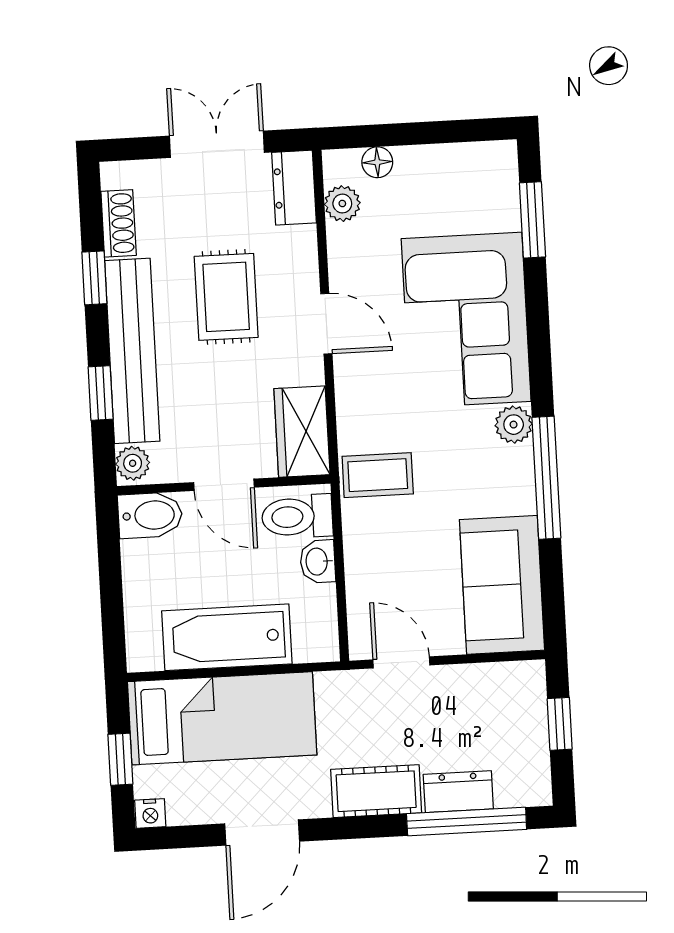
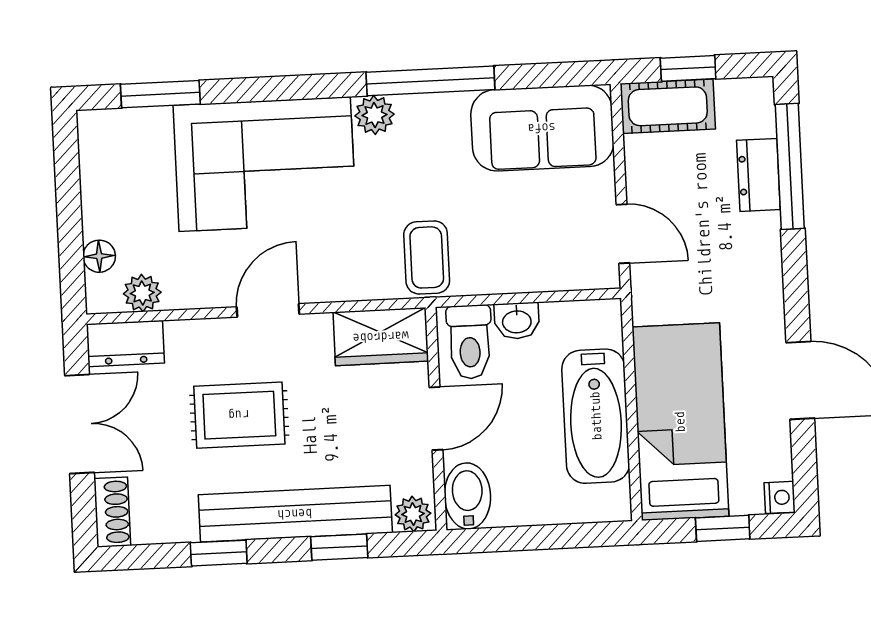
double door: (217, 144) -> (80, 424), swing flipped
shoe rack: (119, 223) -> (112, 512), moved, turned 90
door: (401, 662) -> (623, 234), swing flipped
cot: (376, 791) -> (668, 106), moved, turned 90

